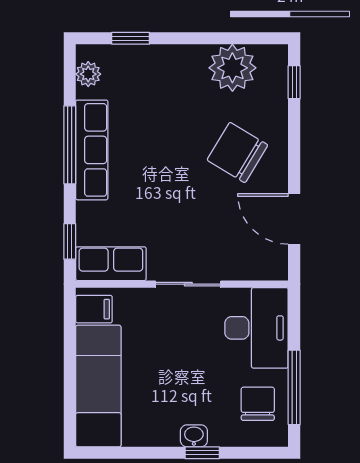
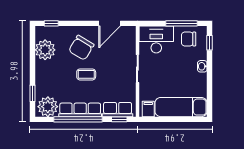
plant: (88, 74) -> (48, 107), width x1.87, depth x1.87
window: (70, 145) -> (78, 119), width x1.46
coffee table: (175, 164) -> (86, 74), added
row of seats: (111, 264) -> (118, 110), moved, turned 90
window: (202, 453) -> (210, 43), moved

